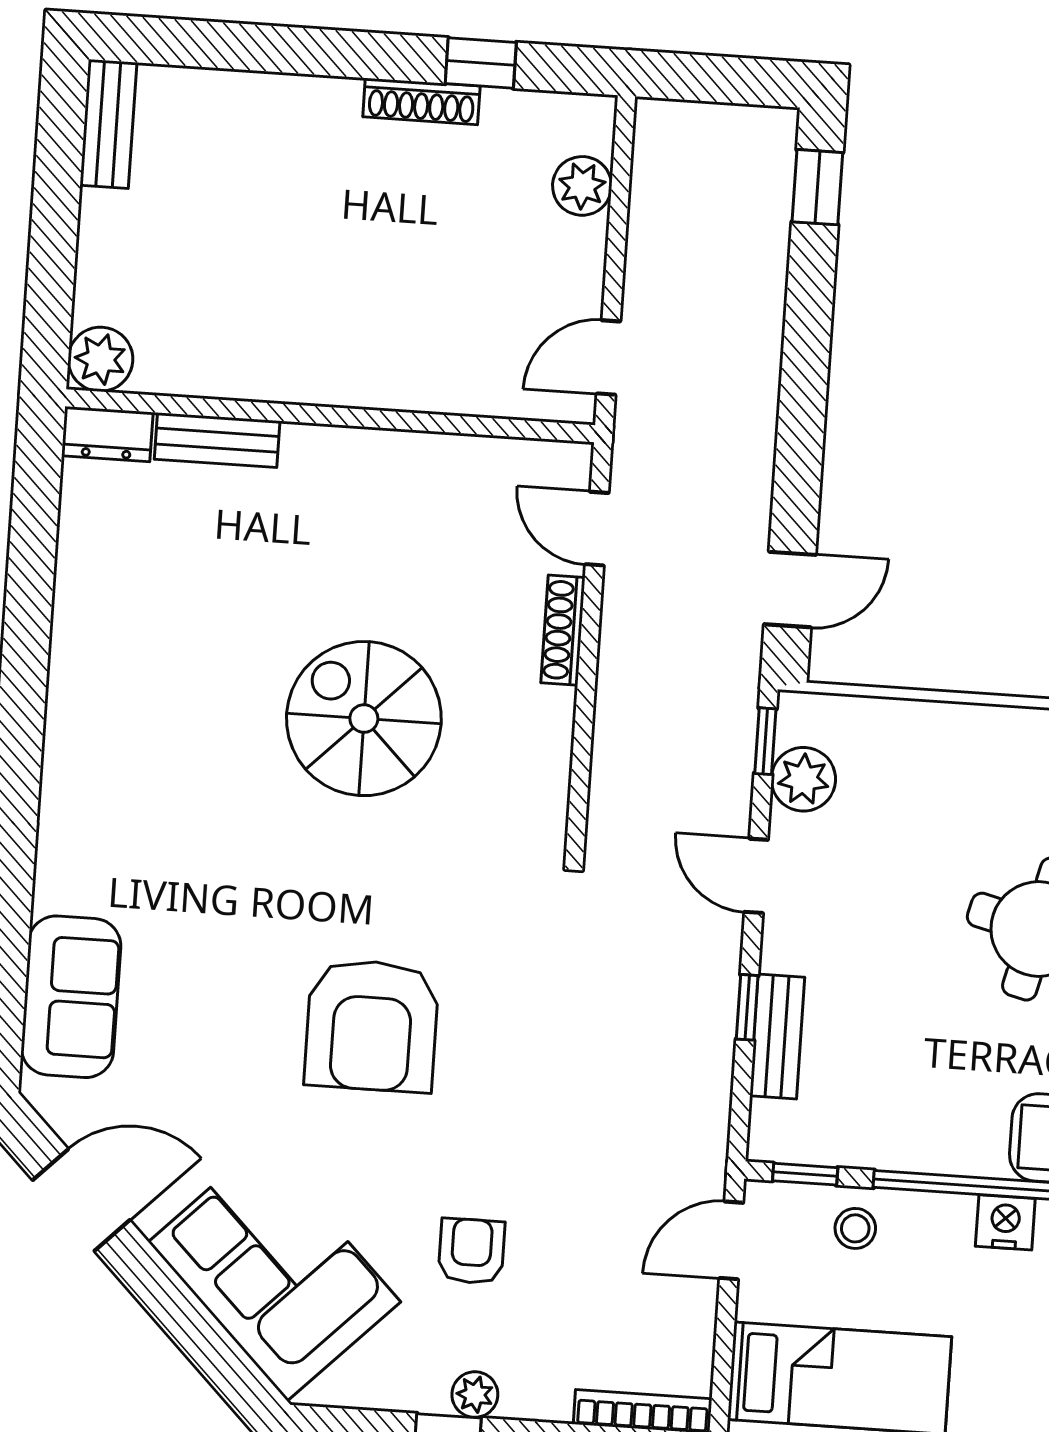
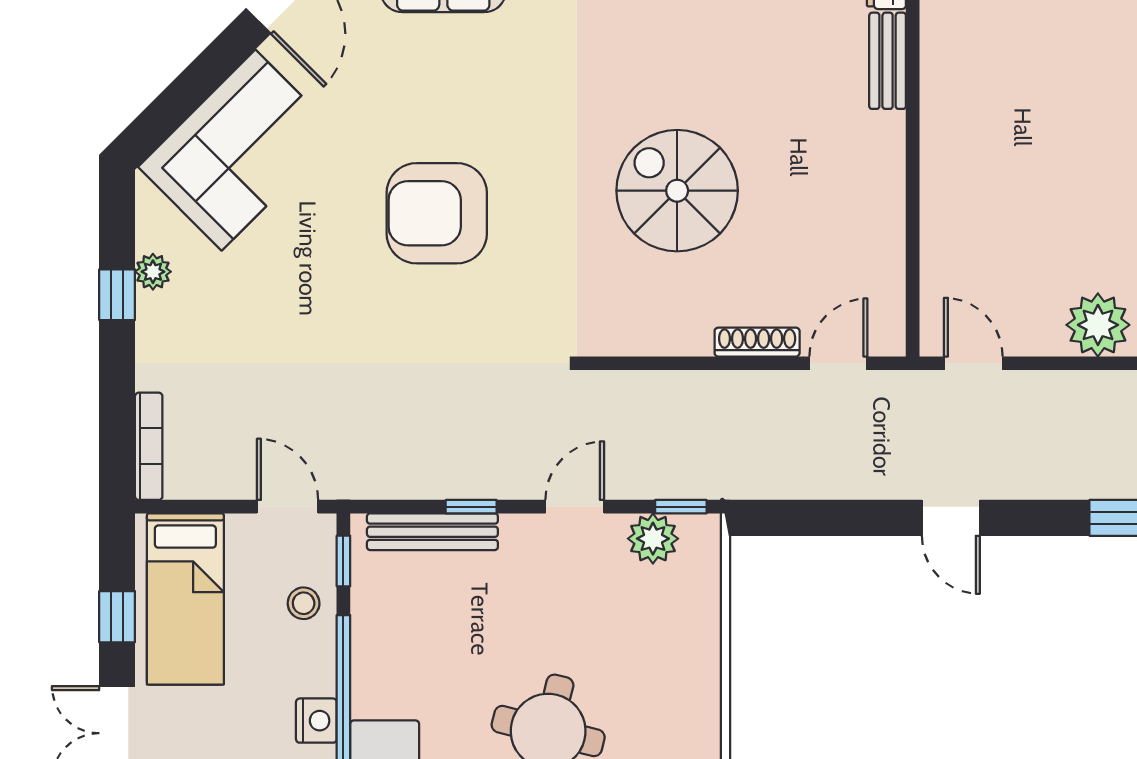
plant: (582, 186) -> (1098, 325), width x1.36, depth x1.36
door: (790, 589) -> (951, 518), moved
spiral stairs: (364, 719) -> (677, 191), turned -90
bench: (777, 1036) -> (432, 532), width x1.36
armchair: (472, 1251) -> (265, 304), removed
plant: (475, 1395) -> (153, 272), moved

